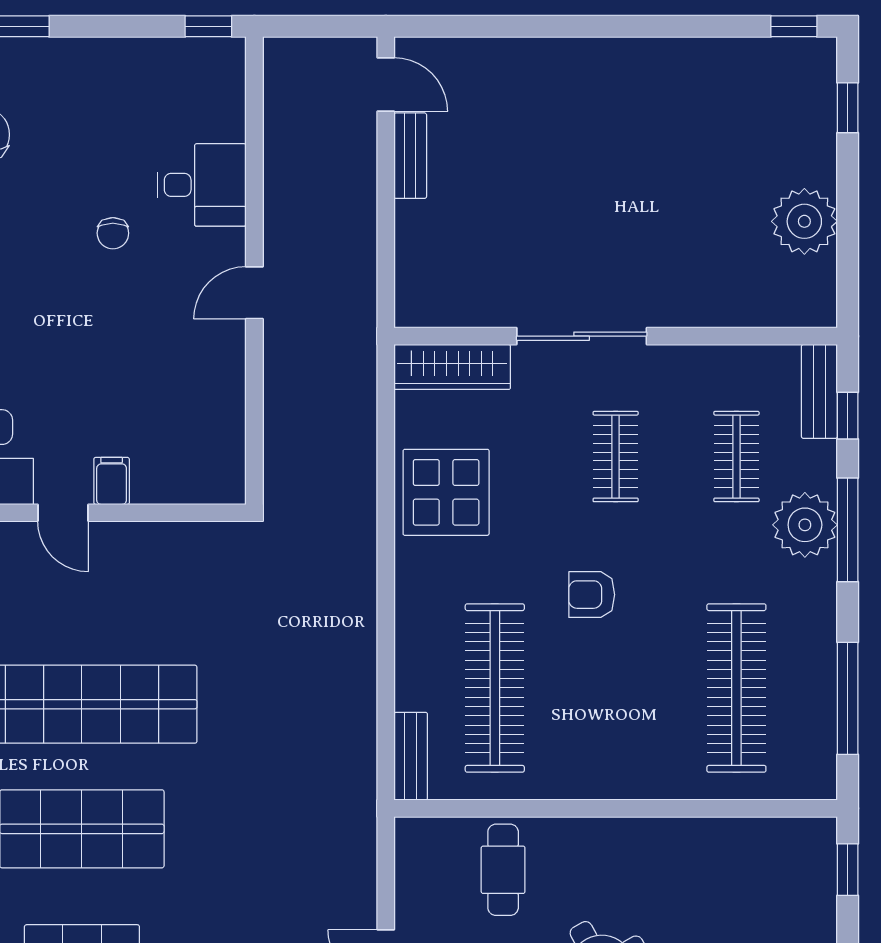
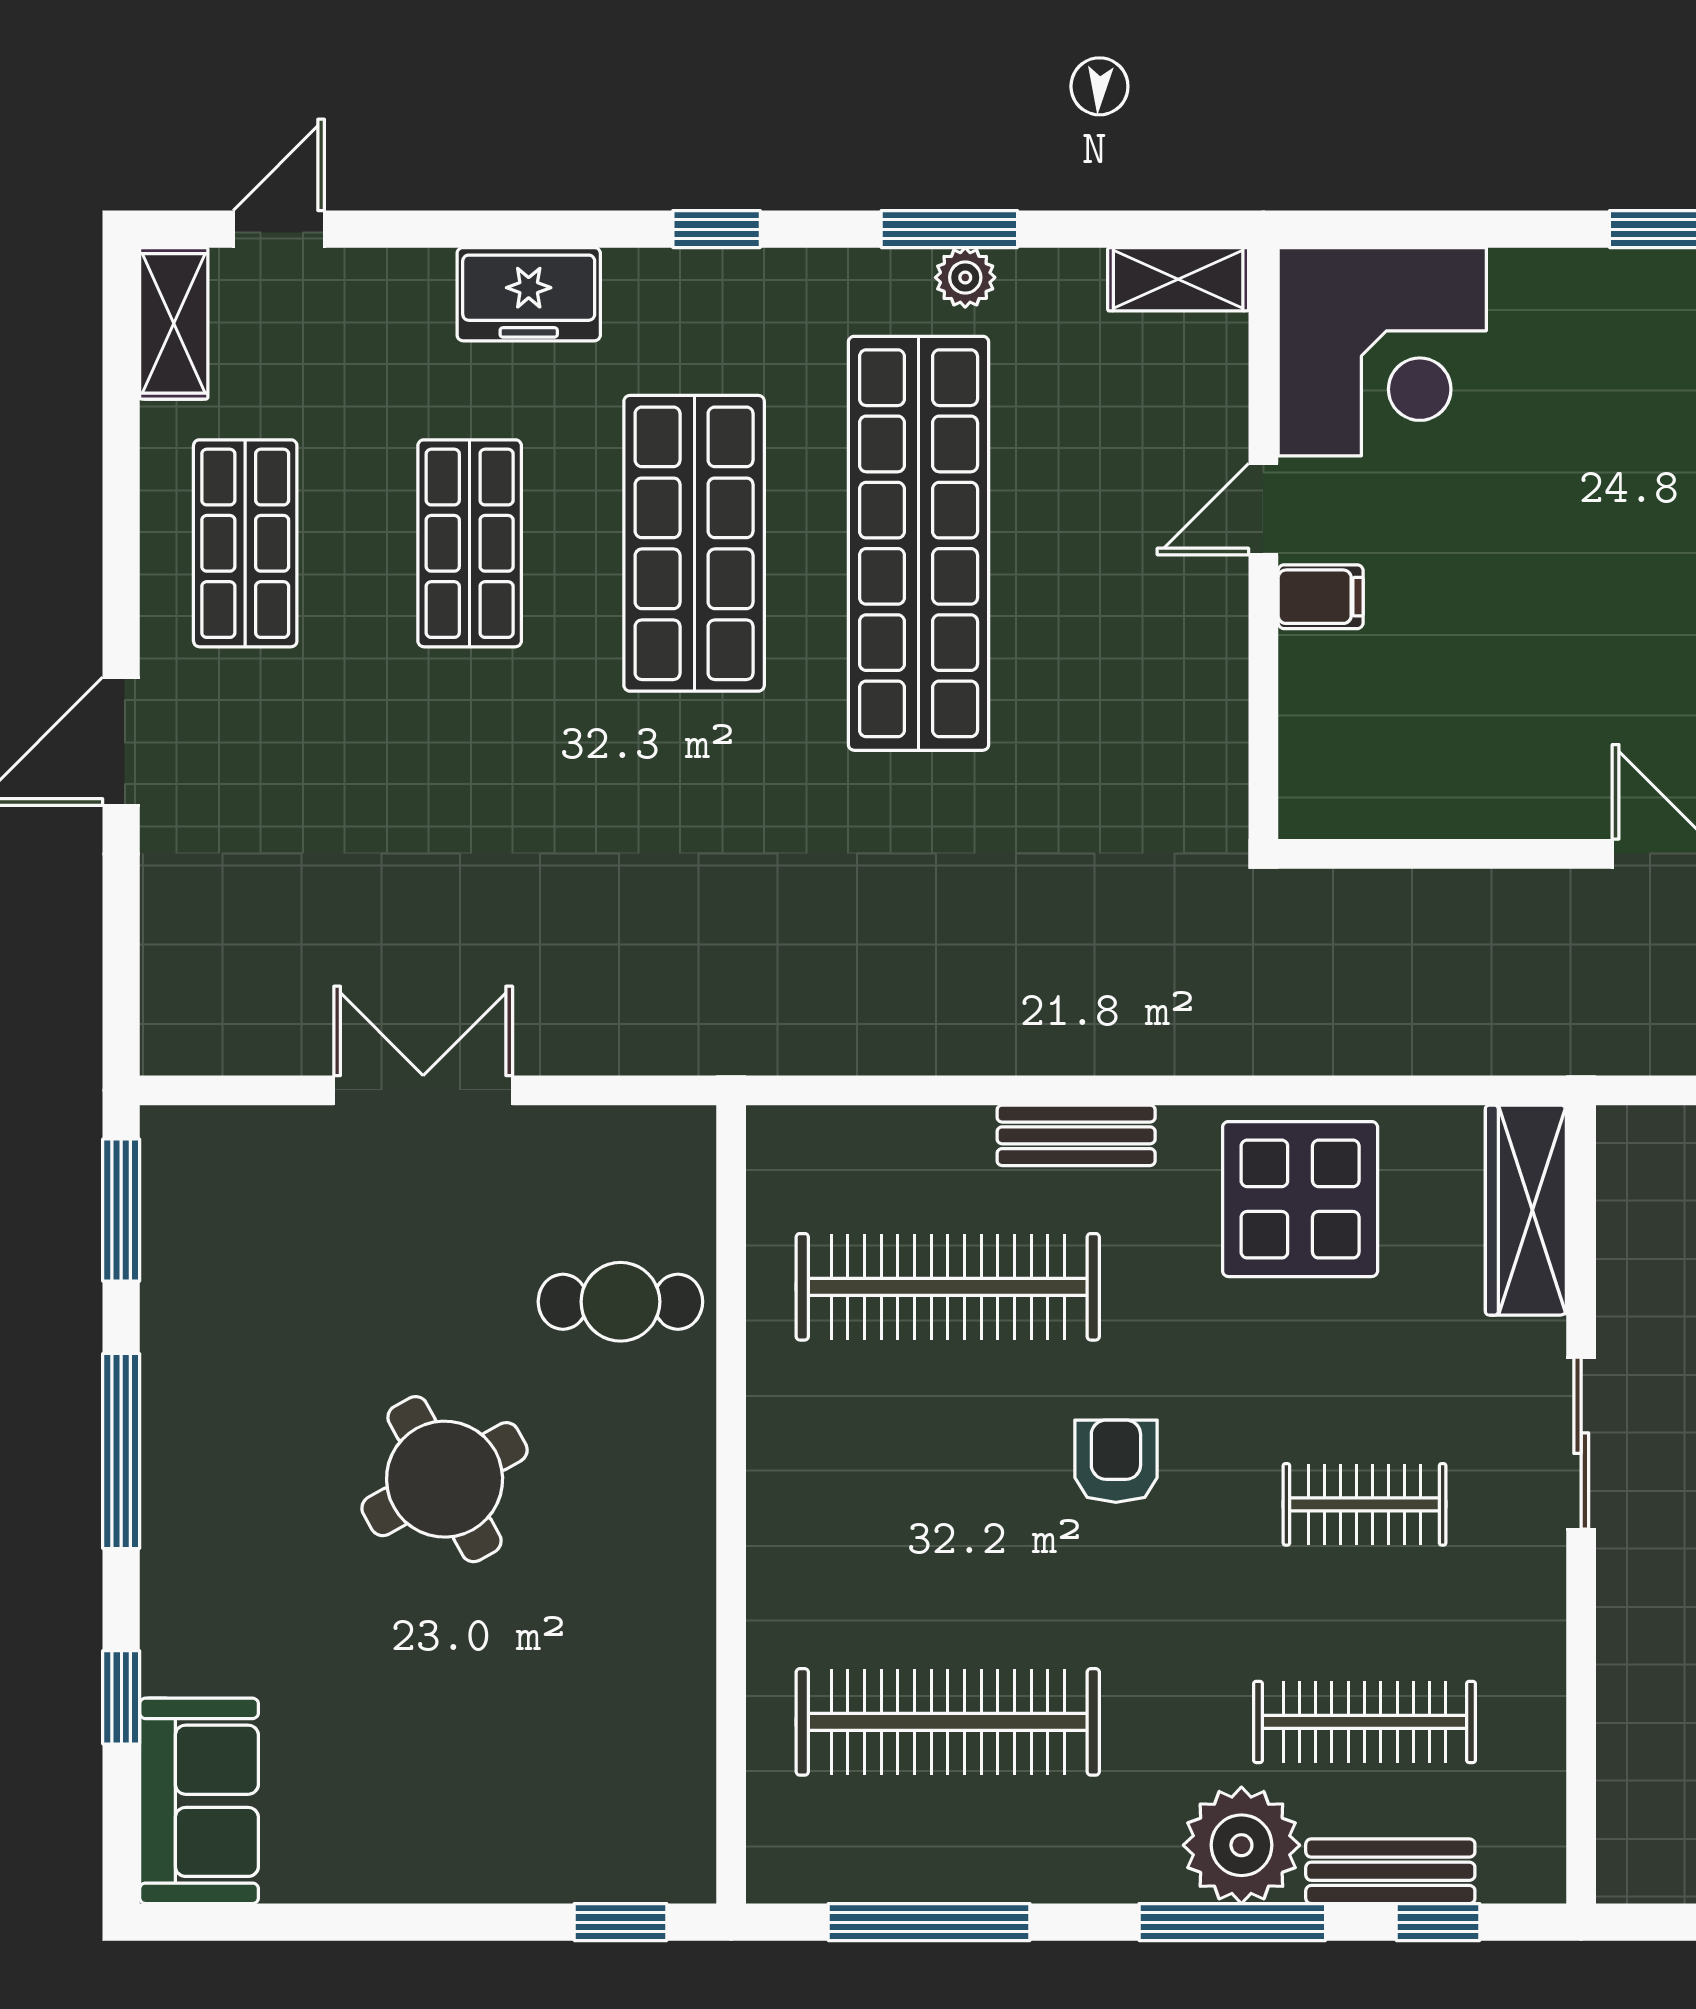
sliding door: (582, 336) -> (1581, 1443), width x0.73
bench: (819, 391) -> (1390, 1871), moved
clothes rail: (736, 457) -> (1365, 1722), width x1.36
bench: (411, 756) -> (1076, 1135), moved

